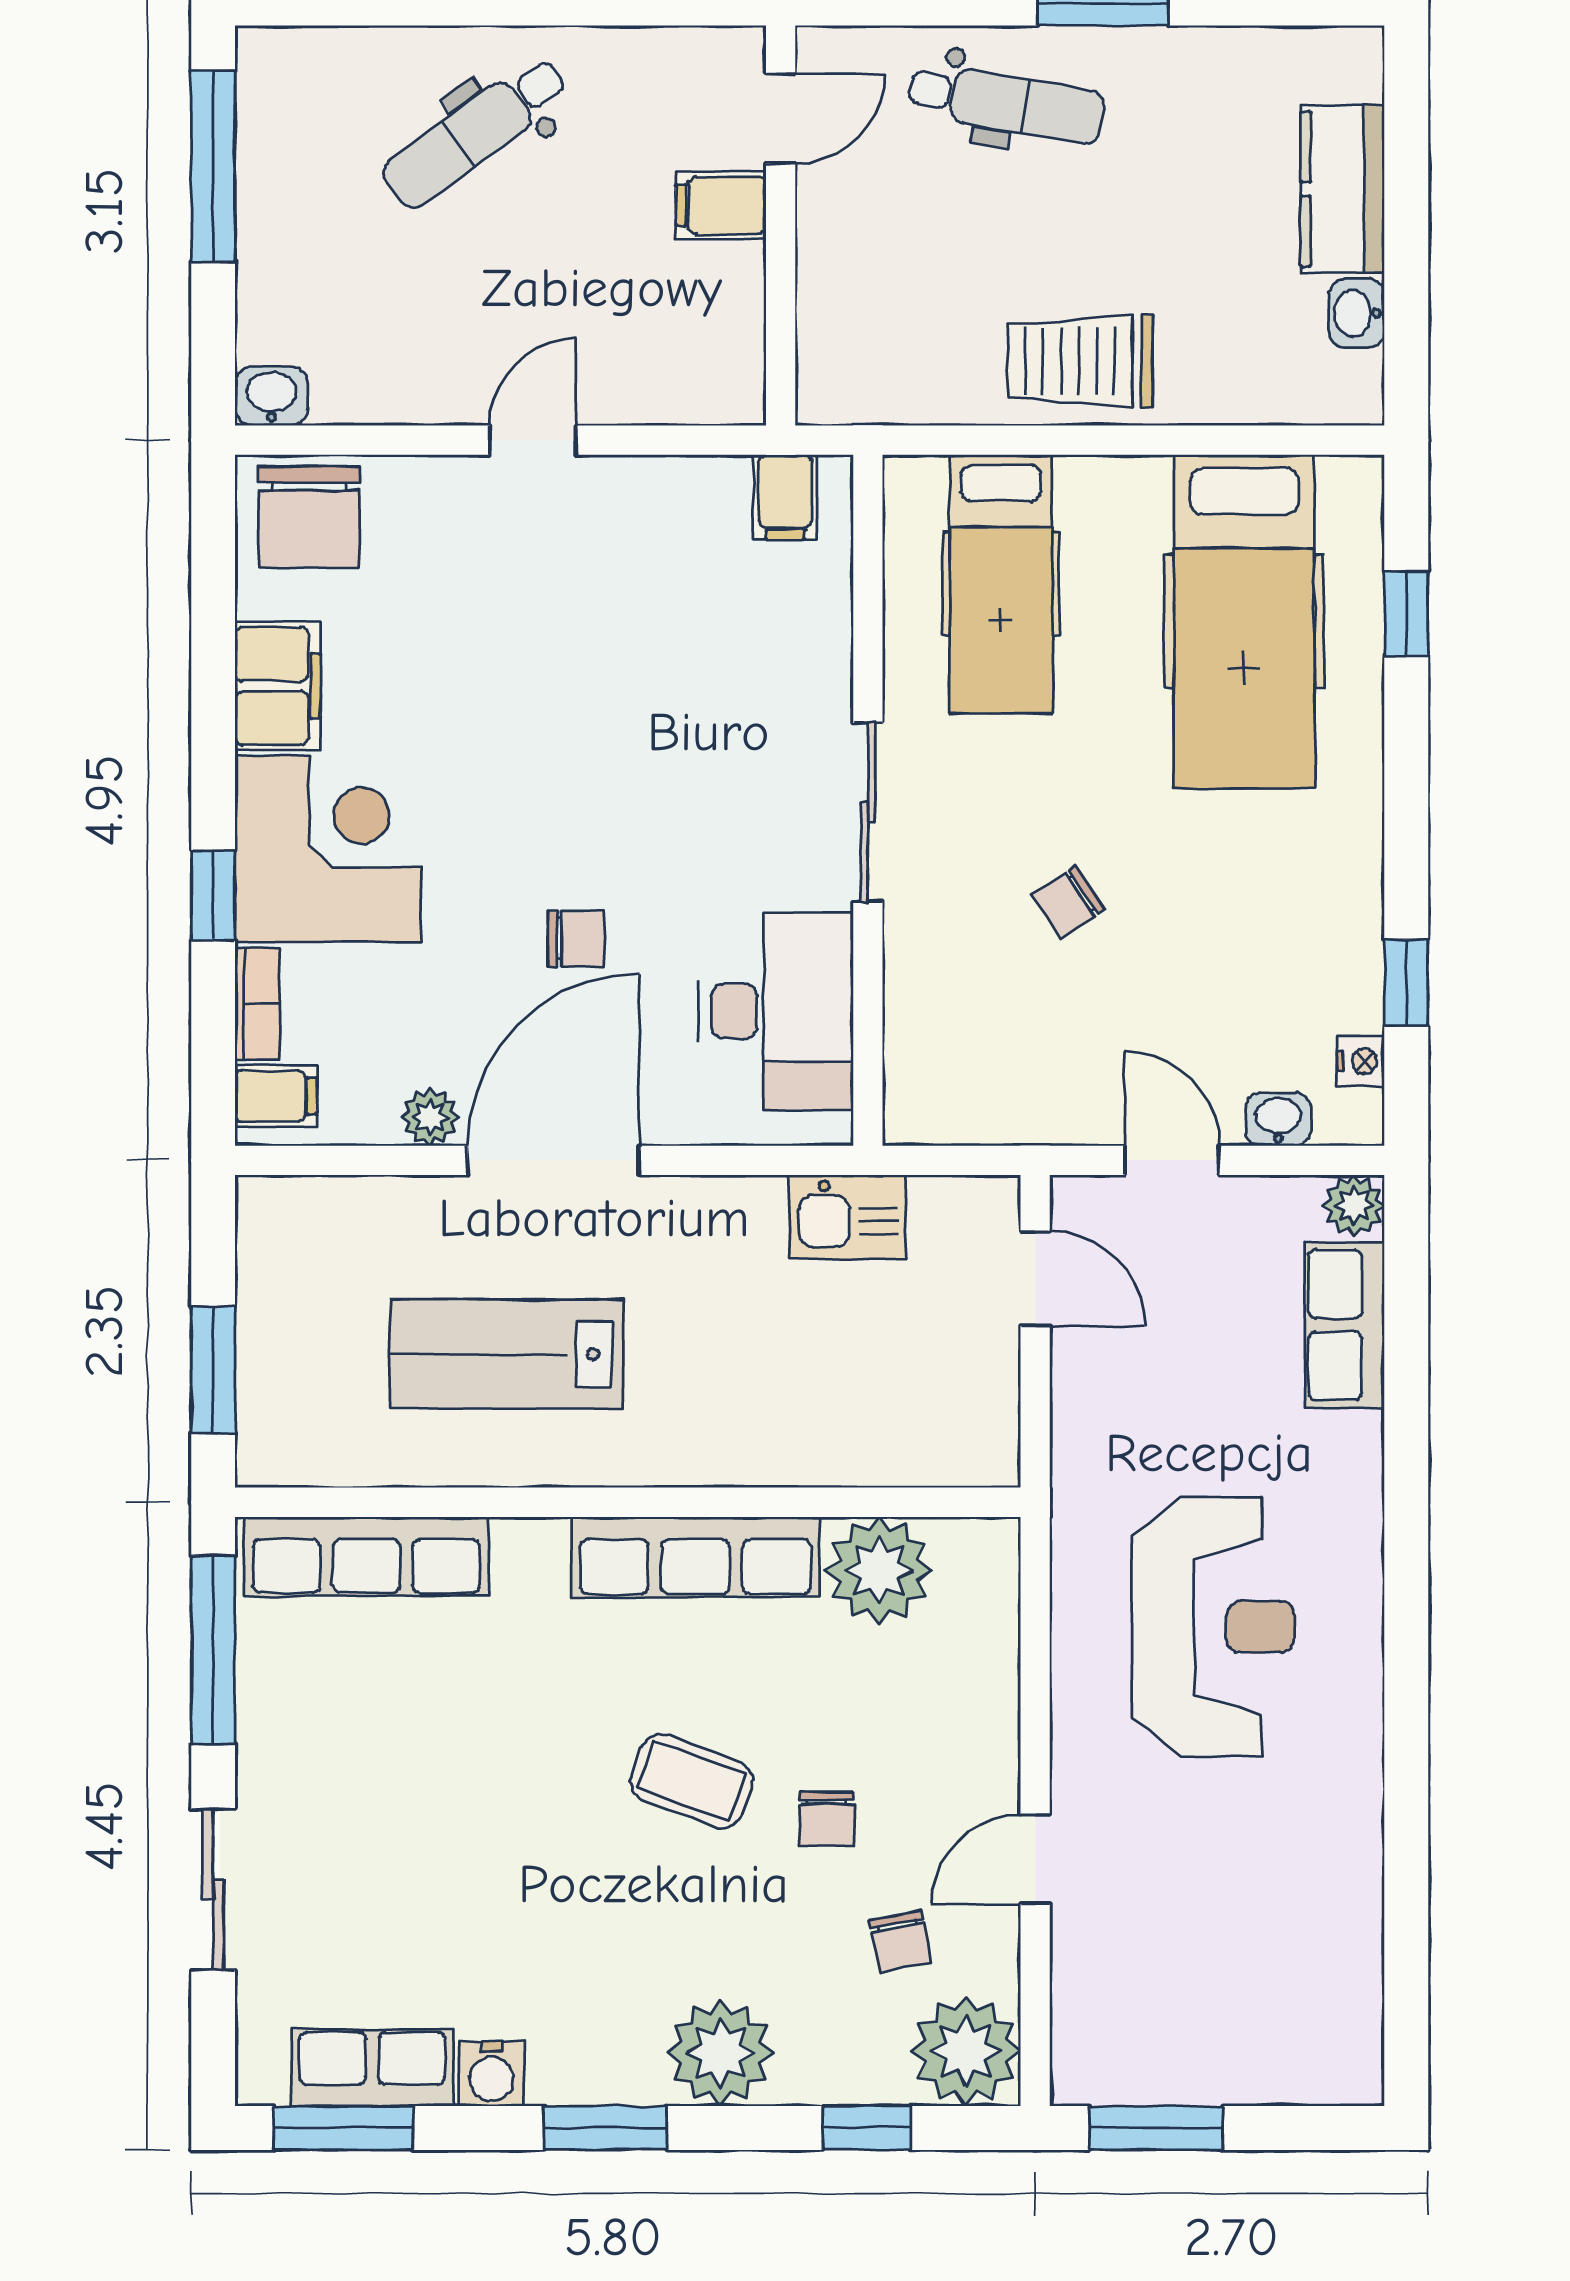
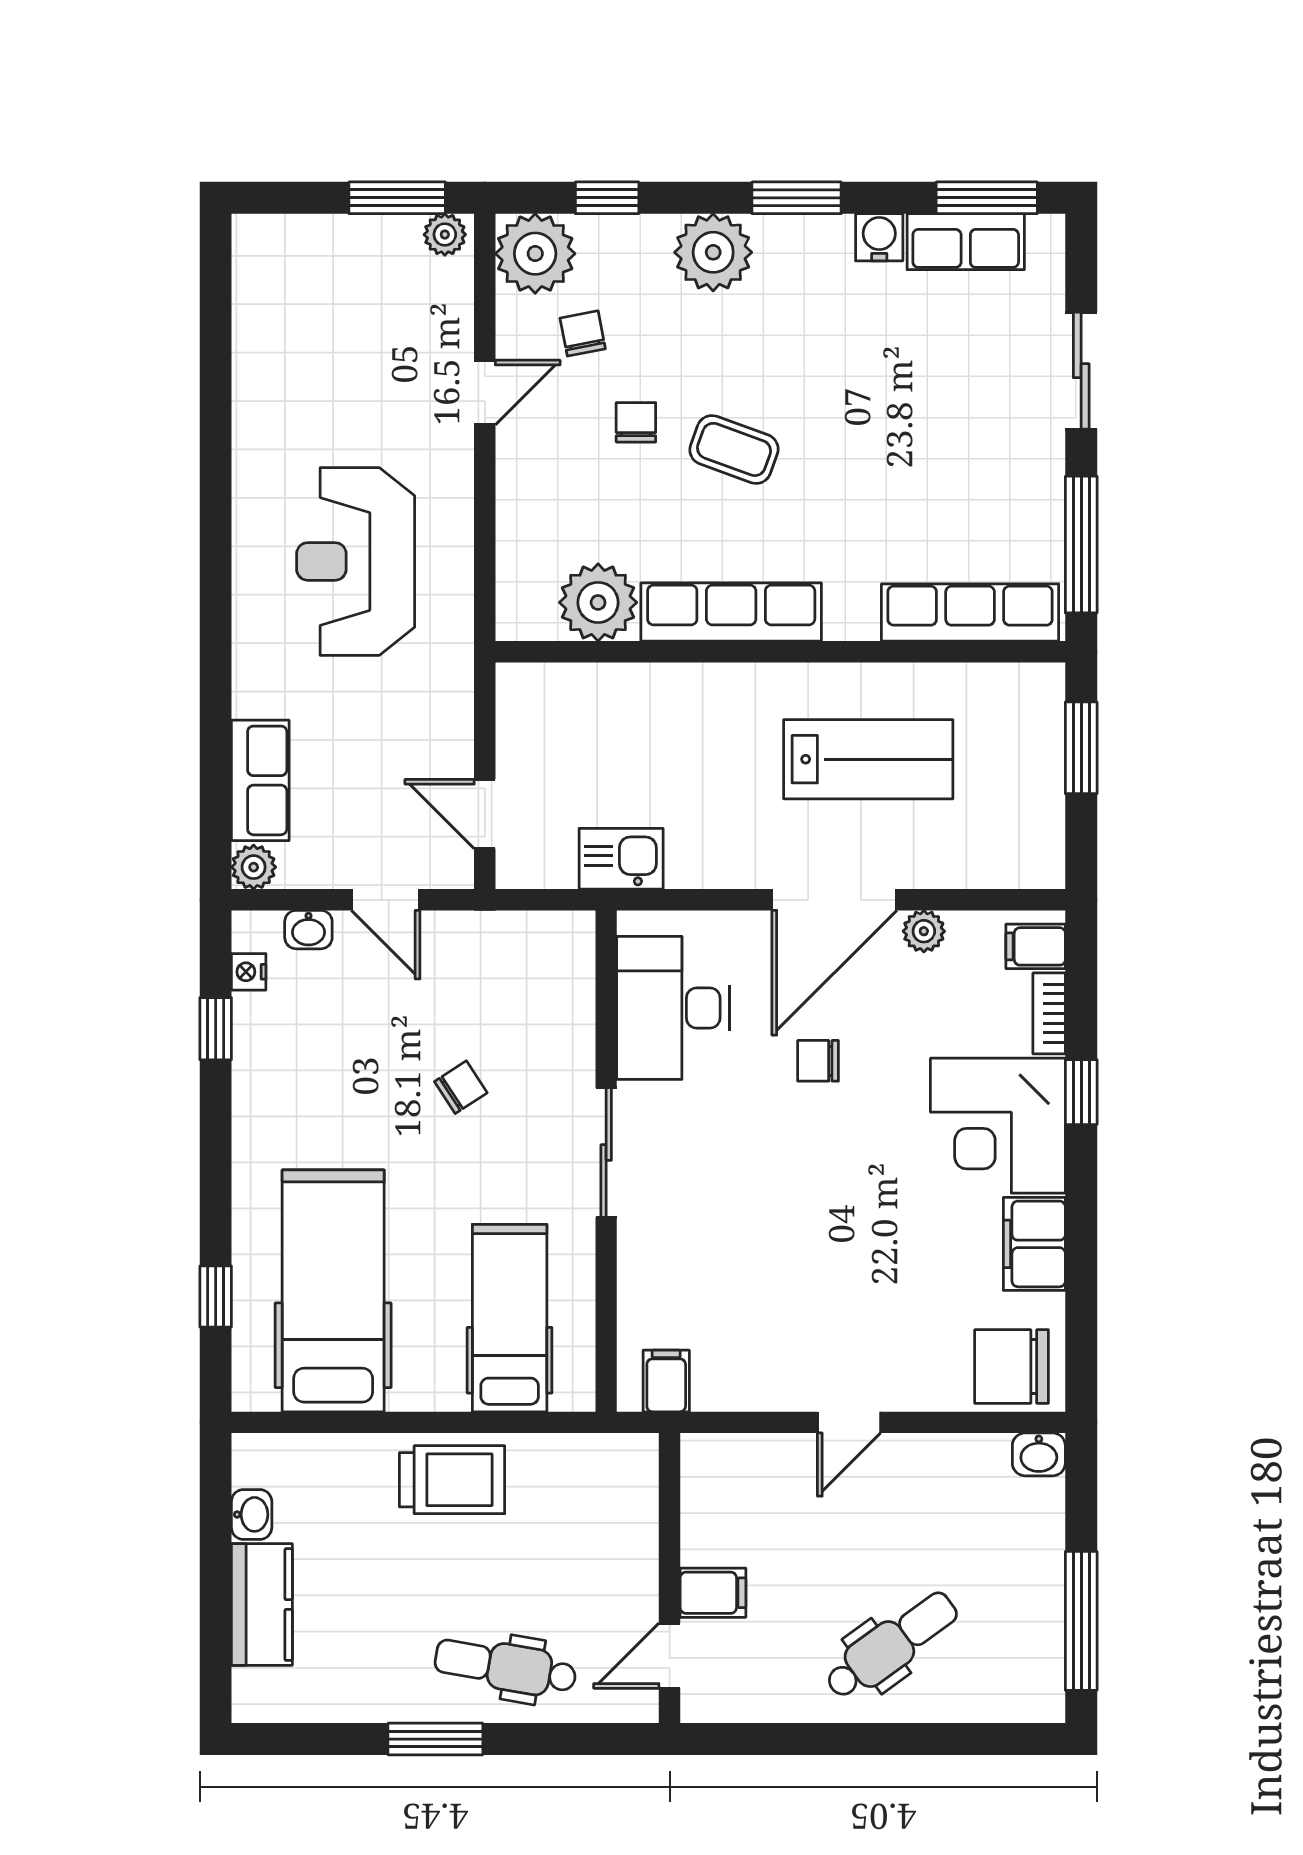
chair: (309, 517) -> (1012, 1367), turned -90
plant: (1090, 2077) -> (445, 235), added

